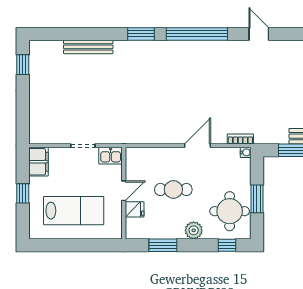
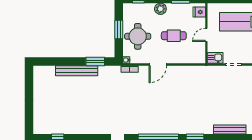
fridge: (135, 209) -> (199, 12), moved
round table: (230, 211) -> (138, 36), moved

